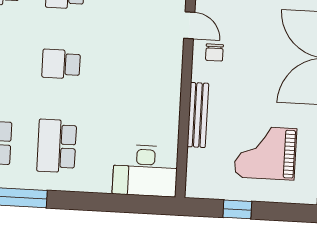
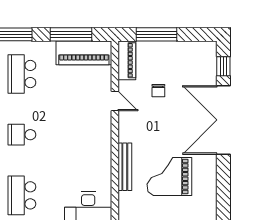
chair: (214, 52) -> (158, 91), moved
grand piano: (265, 153) -> (169, 176), moved

